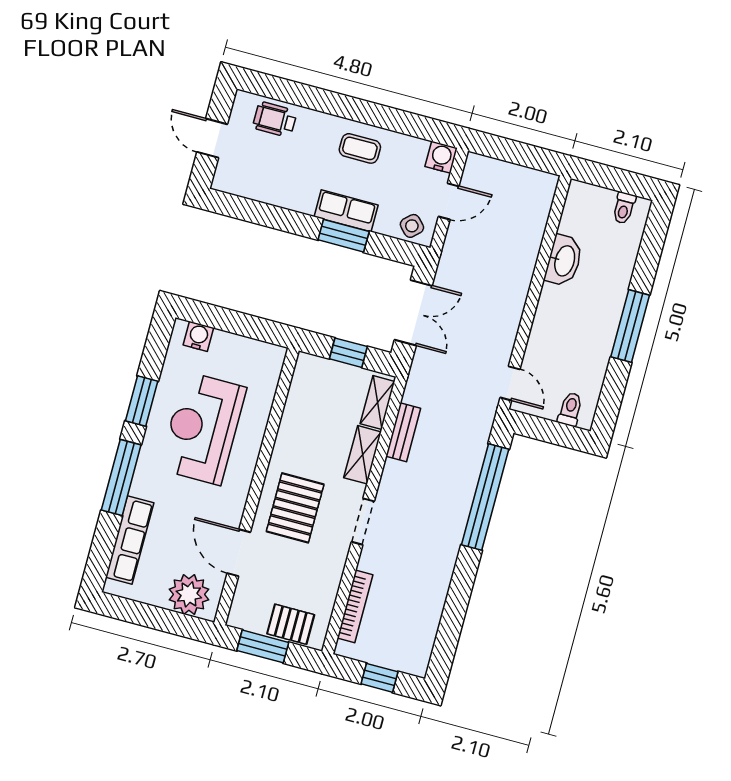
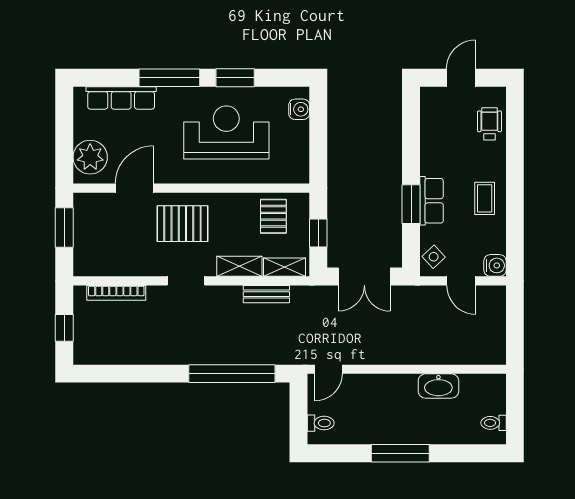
pallet: (291, 624) -> (273, 216), moved

